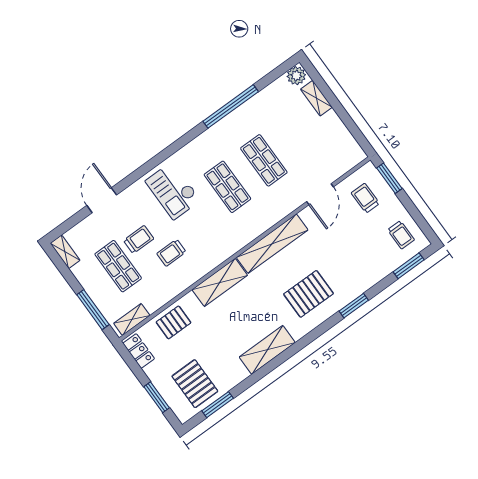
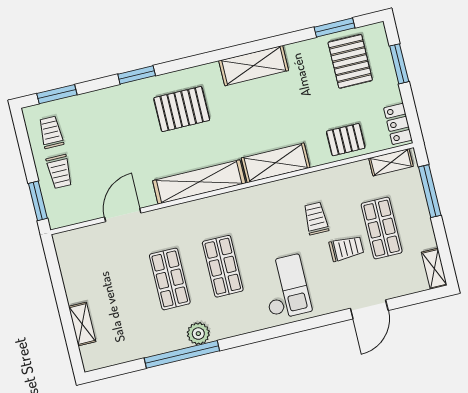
plant: (296, 76) -> (198, 334), moved
trolley: (365, 198) -> (59, 172), moved
trolley: (139, 240) -> (346, 248), turned 180
trolley: (171, 253) -> (316, 218), turned -90

